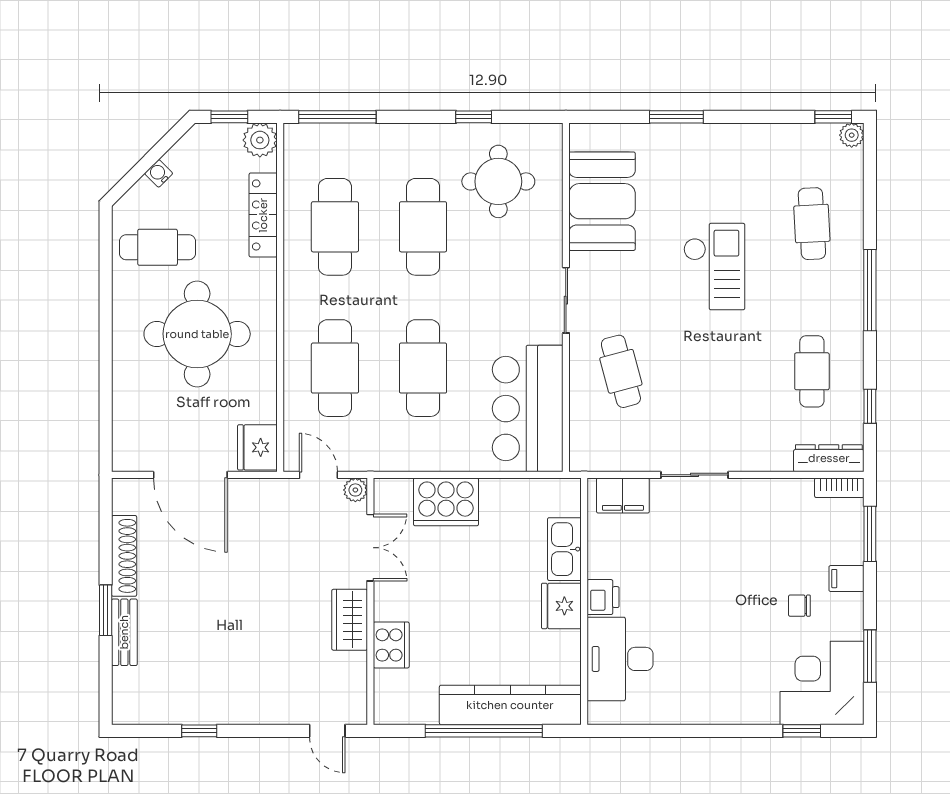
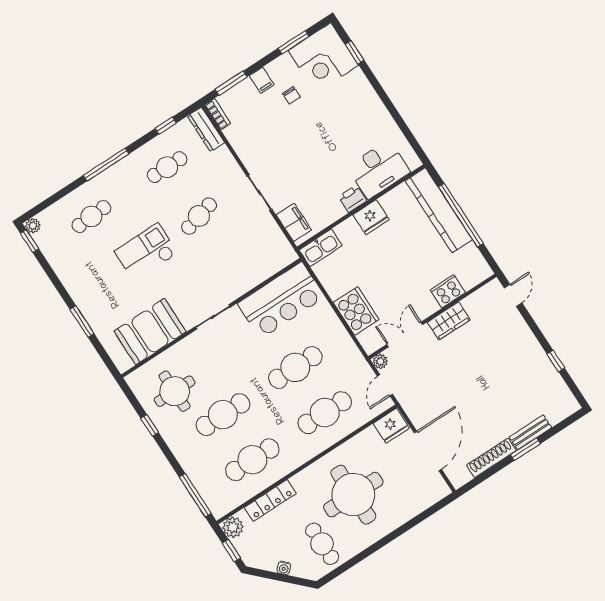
cafe table: (621, 371) -> (199, 216), moved
kitchen sink: (564, 549) -> (321, 248), moved

